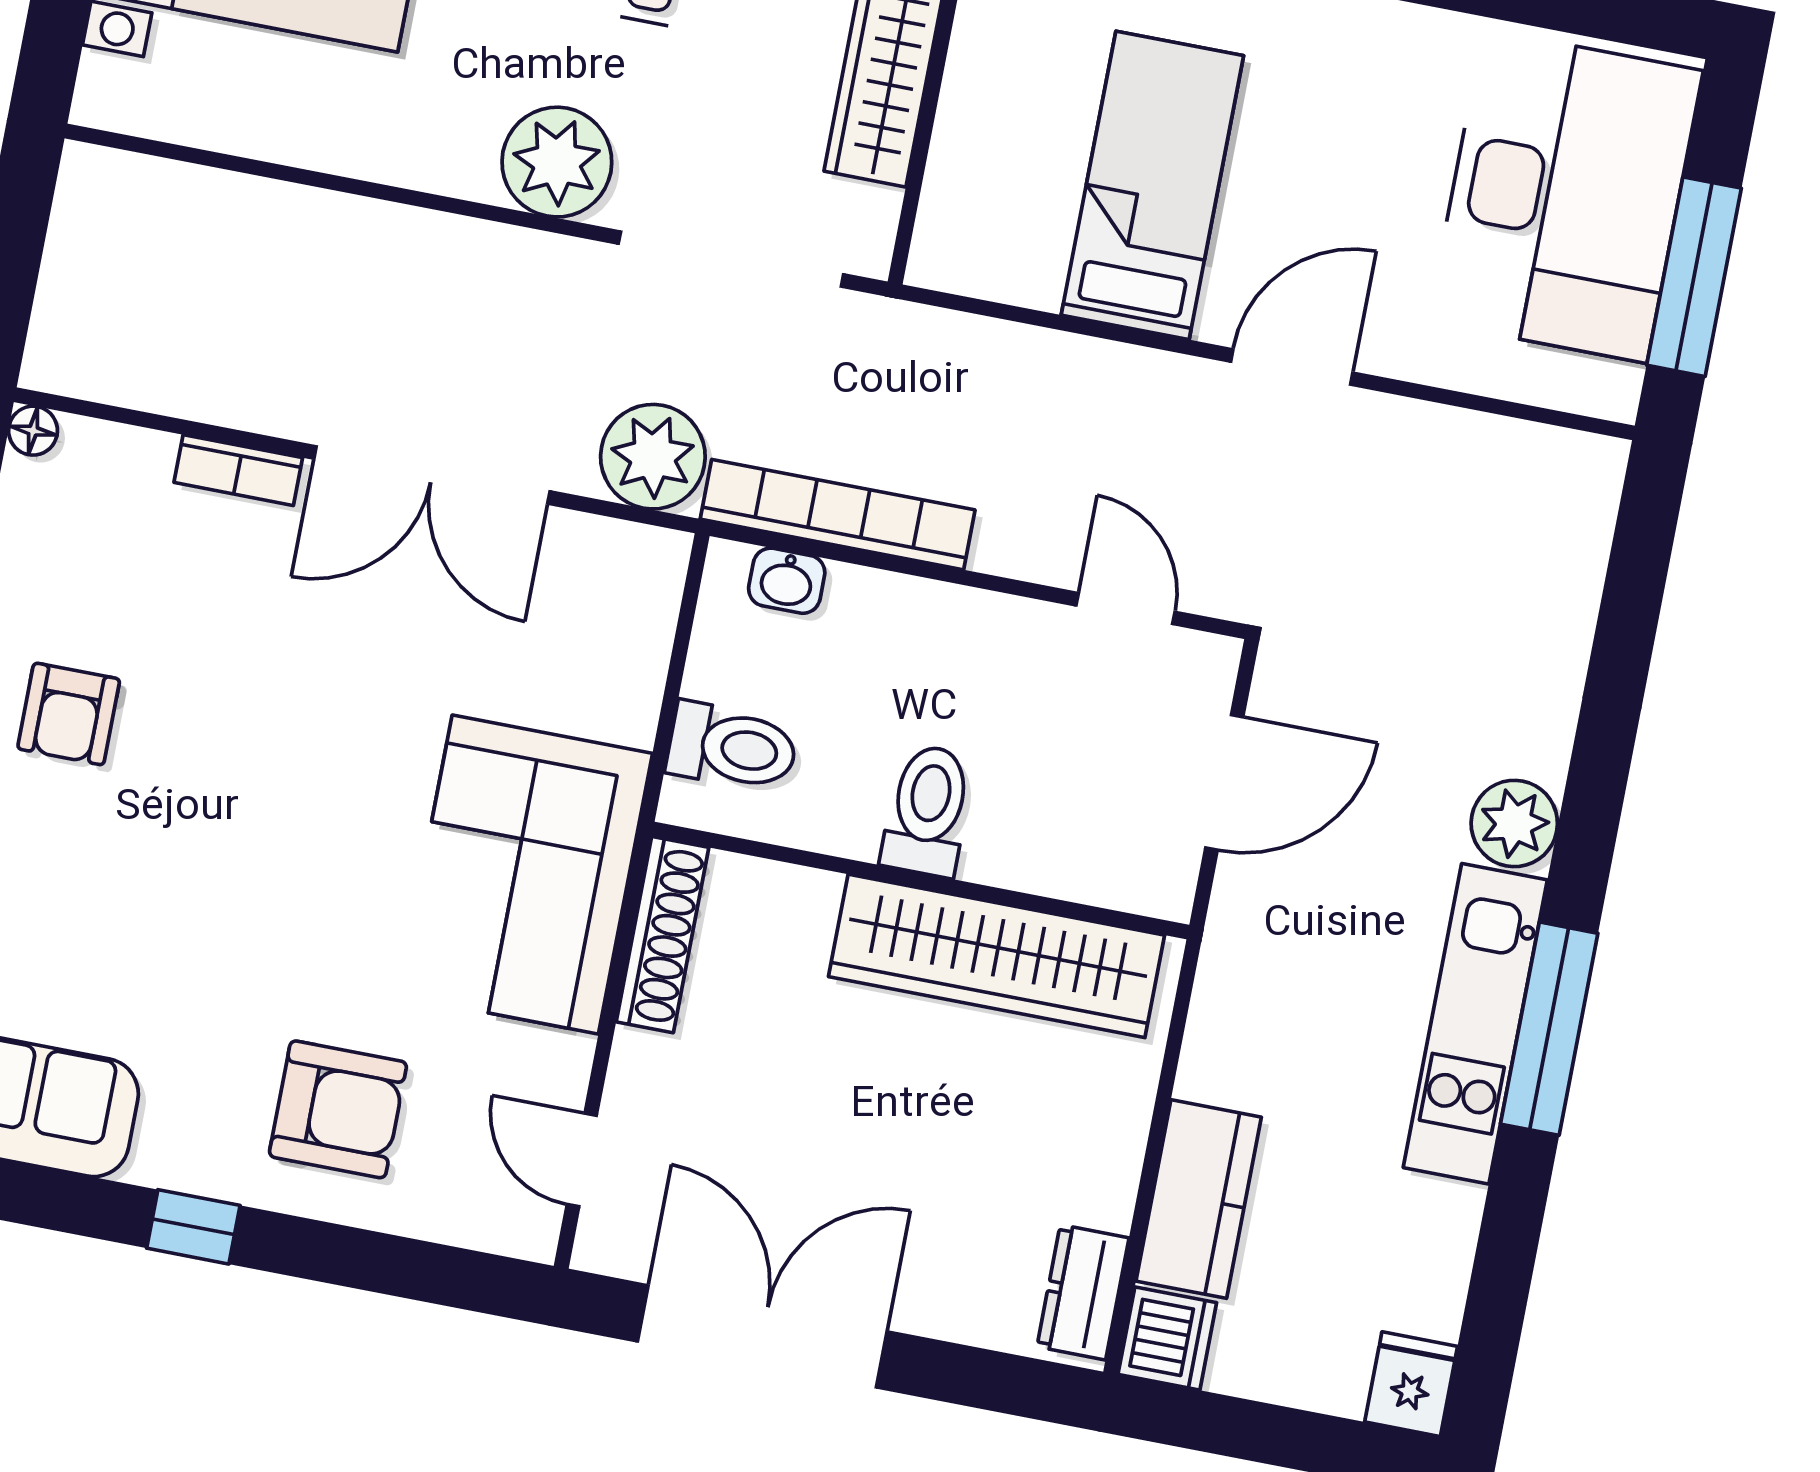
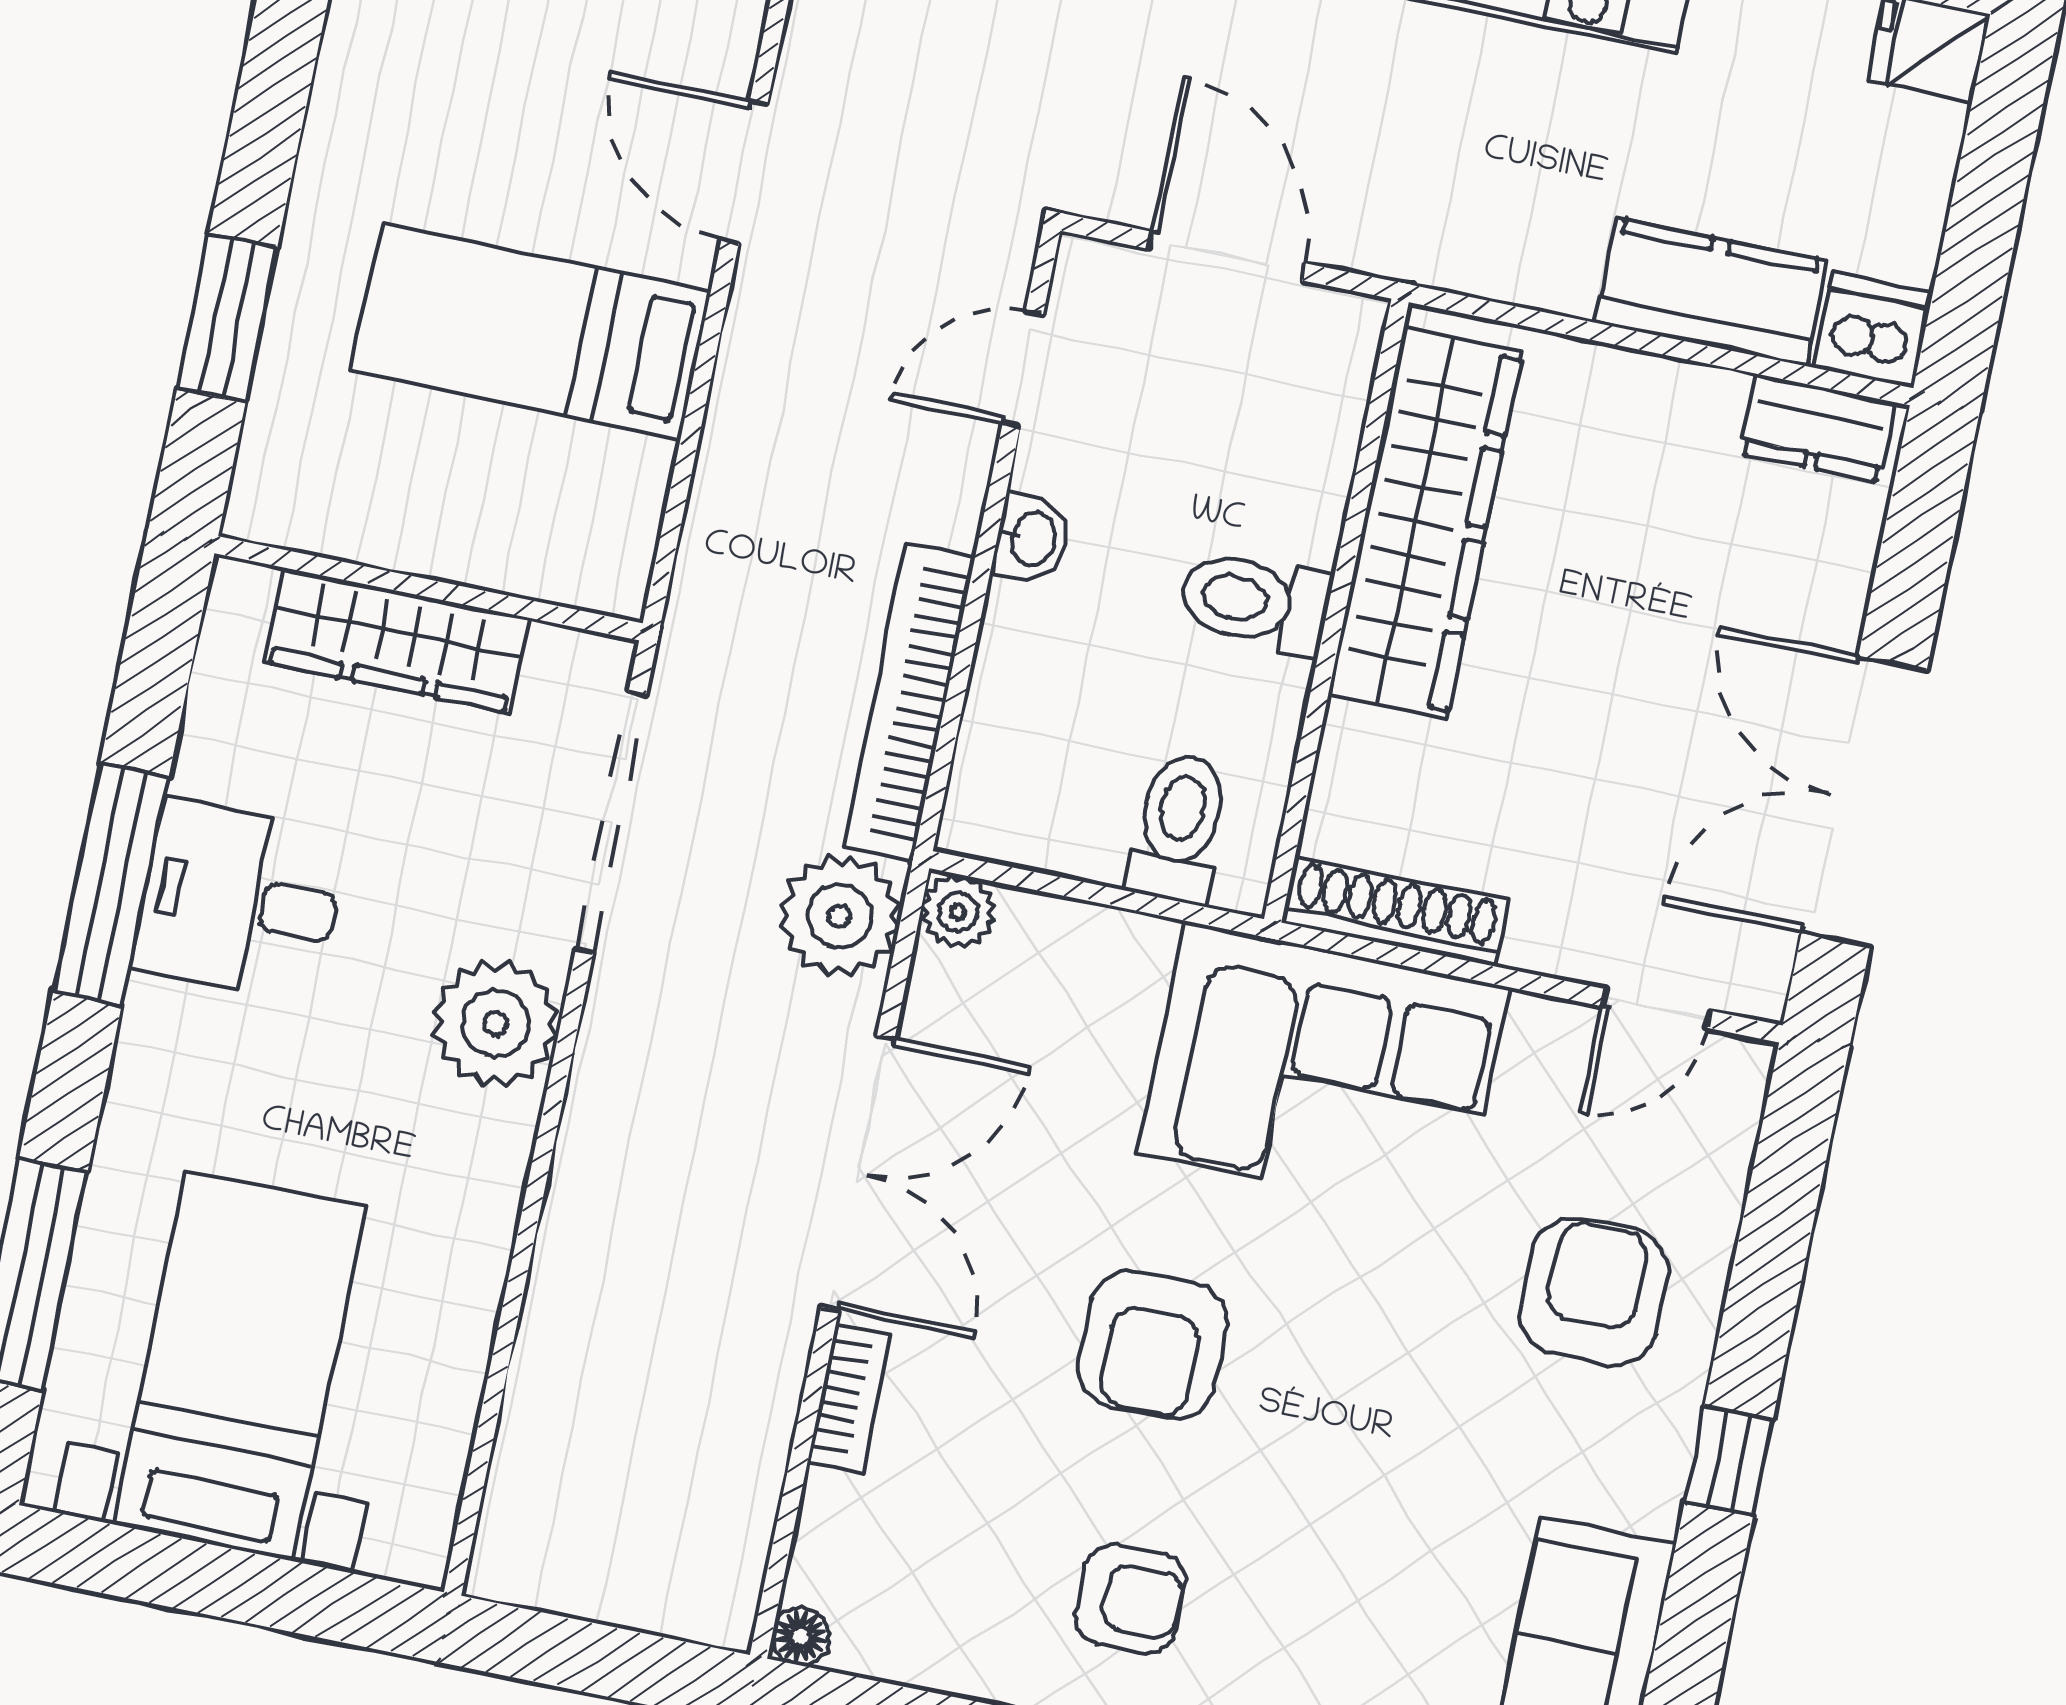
plant: (658, 559) -> (958, 912), added
washbasin: (787, 581) -> (1032, 538), moved
armchair: (288, 731) -> (1153, 1345), added

